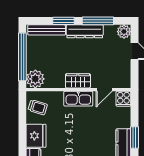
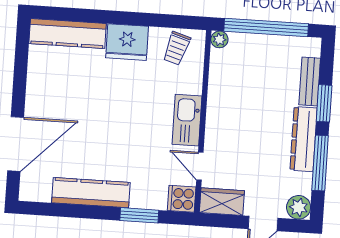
bench: (47, 30) -> (310, 81), width x0.73
plant: (35, 79) -> (219, 39), width x0.53, depth x0.53
wardrobe: (78, 81) -> (222, 202), moved, turned -90
window: (134, 137) -> (139, 215), moved

